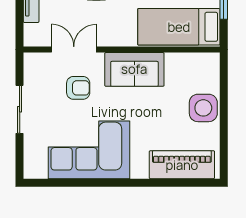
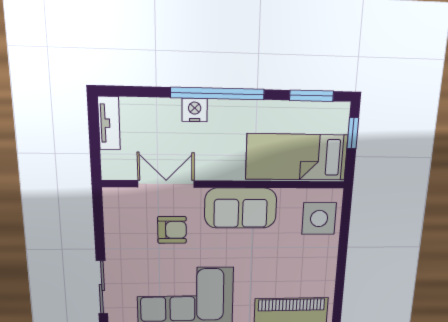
side table: (203, 108) -> (319, 218), moved
sliding door: (20, 109) -> (102, 287), moved

